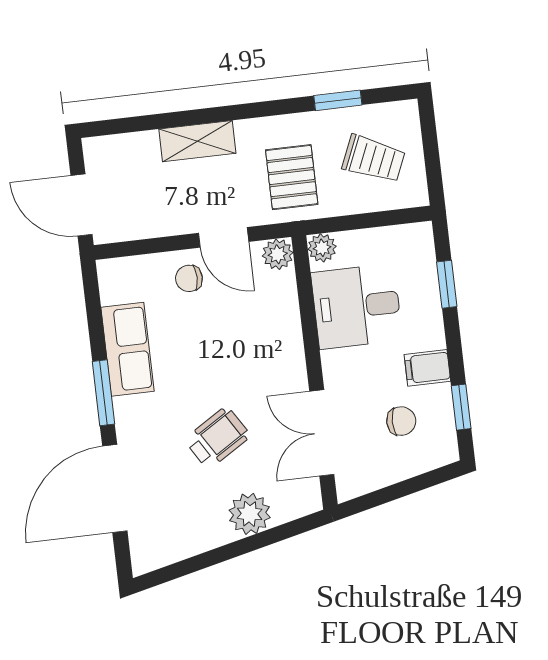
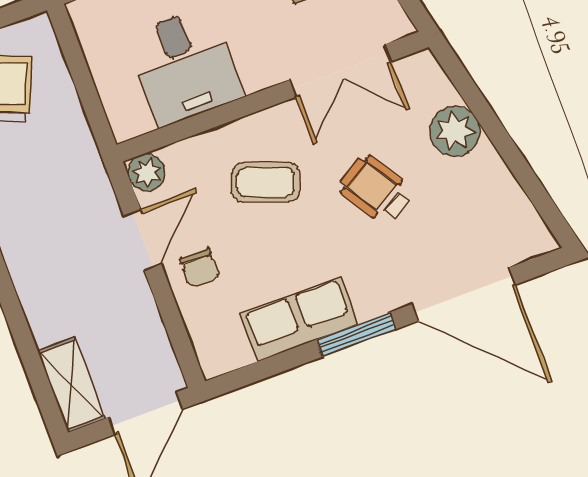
shelving: (197, 141) -> (71, 385), moved
pallet: (292, 177) -> (53, 178), removed
plant: (322, 248) -> (126, 123), removed
coffee table: (246, 349) -> (266, 182), added

